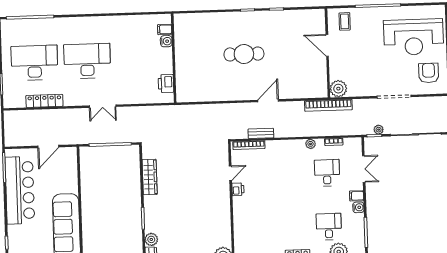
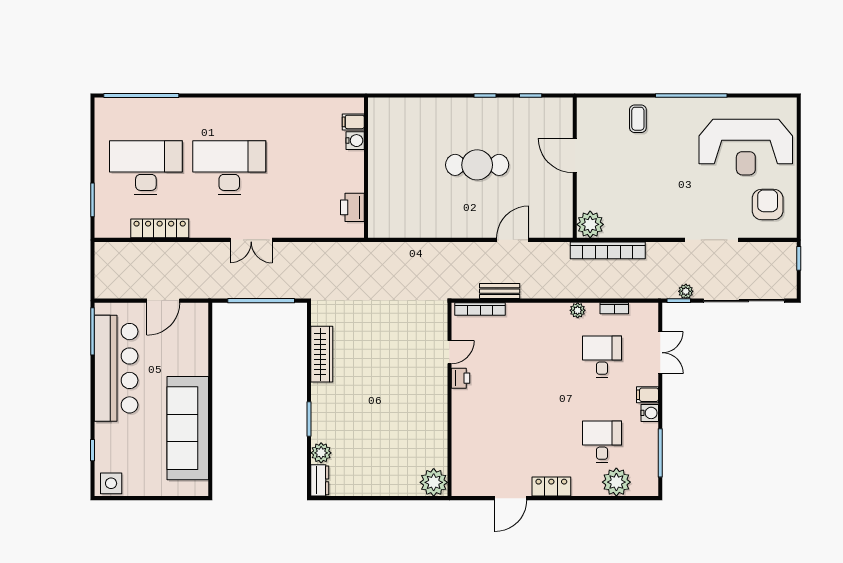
door: (327, 45) -> (575, 156), moved
wall: (327, 53) -> (575, 168), moved
plant: (338, 89) -> (590, 224), moved

